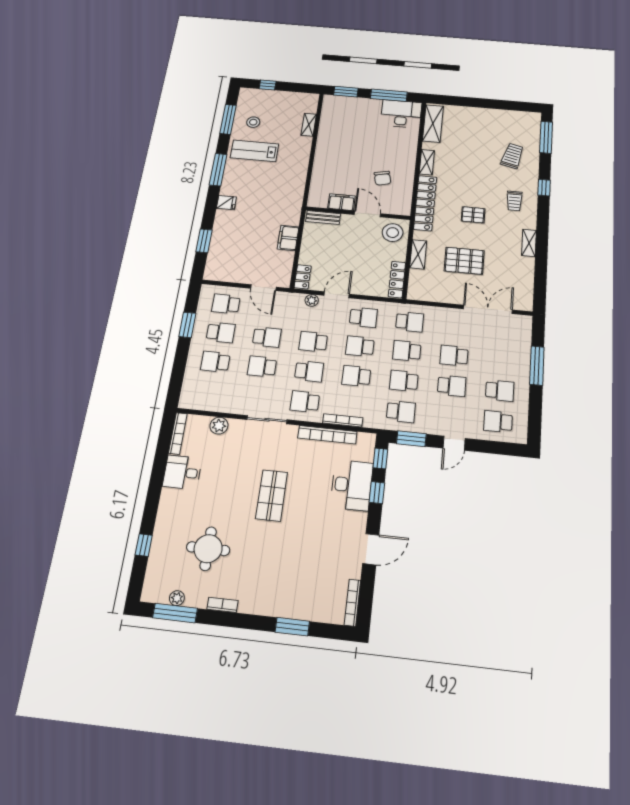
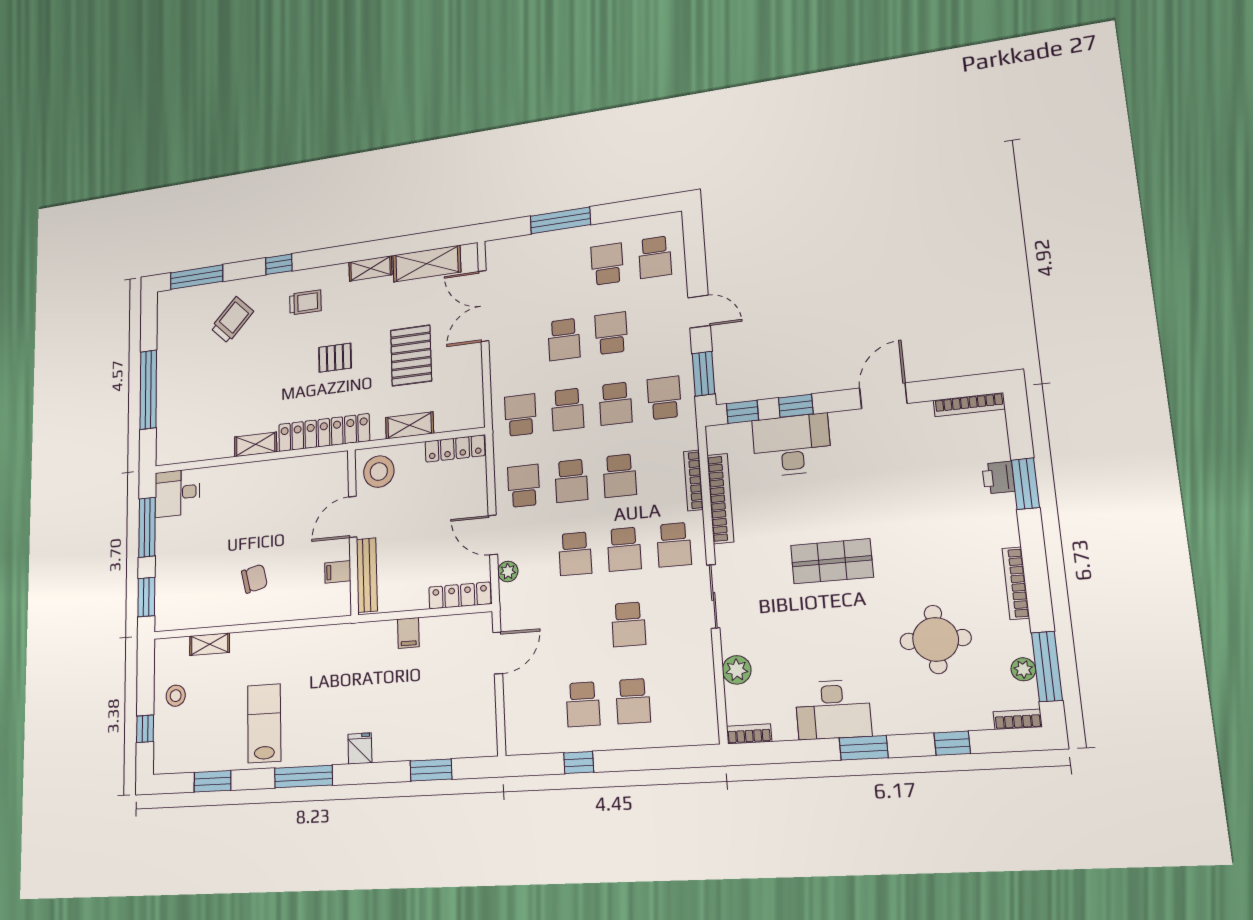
window: (477, 103) -> (148, 390), added
desk: (401, 114) -> (177, 493), width x0.73
window: (228, 119) -> (212, 781), width x0.69
stool: (253, 122) -> (176, 696), moved
shelving: (433, 124) -> (427, 264), moved
lab bench: (254, 151) -> (264, 723), turned 180
trolley: (512, 156) -> (232, 320), turned 120
chair: (383, 178) -> (254, 579), moved
filing cabinet: (342, 202) -> (338, 572), width x0.50
pallet: (473, 215) -> (335, 358), turned 90
bench: (323, 218) -> (367, 575), width x1.36
filing cabinet: (288, 238) -> (408, 633), width x0.50
locker: (303, 277) -> (460, 595), width x1.53
school desk: (226, 304) -> (534, 707), removed
window: (187, 325) -> (579, 762), width x0.67
school desk: (221, 332) -> (583, 704), turned 180
school desk: (267, 337) -> (579, 628), removed
school desk: (309, 371) -> (624, 549), turned 180
bookcase: (178, 433) -> (749, 734), width x0.64
desk: (182, 472) -> (833, 710), width x1.37
window: (154, 492) -> (864, 748), added
door: (371, 549) -> (883, 396), hinge flipped
bookcase: (148, 588) -> (1018, 719), added
bookcase: (222, 605) -> (1016, 583), width x1.56
printer: (300, 610) -> (998, 478), added

